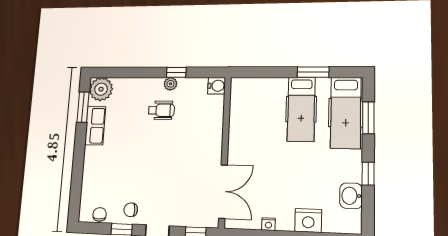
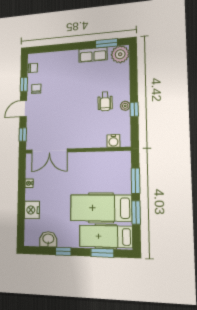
window: (271, 72) -> (135, 181), added
water cooler: (217, 86) -> (113, 141), moved
hospital bed: (301, 109) -> (101, 208), width x1.37, depth x1.29

